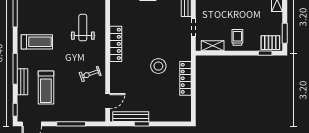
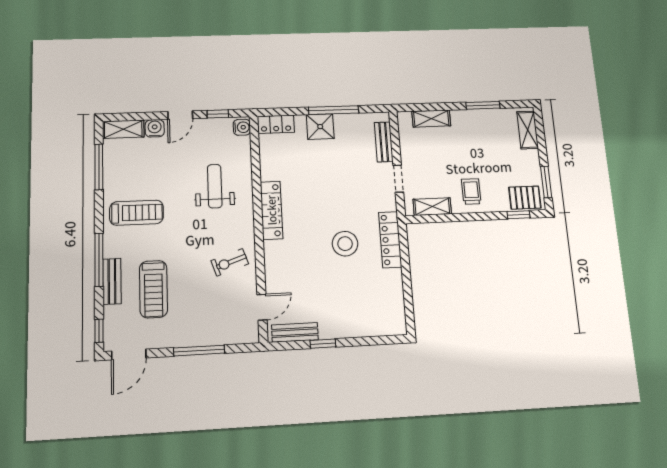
locker: (185, 78) -> (390, 240), moved
bench: (131, 117) -> (295, 332), width x0.73

